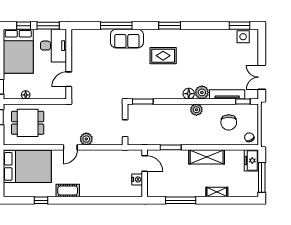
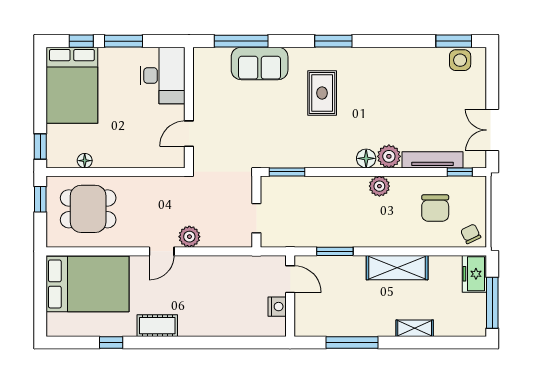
desk: (54, 46) -> (163, 76), moved
rug: (163, 56) -> (322, 93), turned 90
wall: (69, 64) -> (189, 108), moved
door: (69, 79) -> (189, 134), moved

